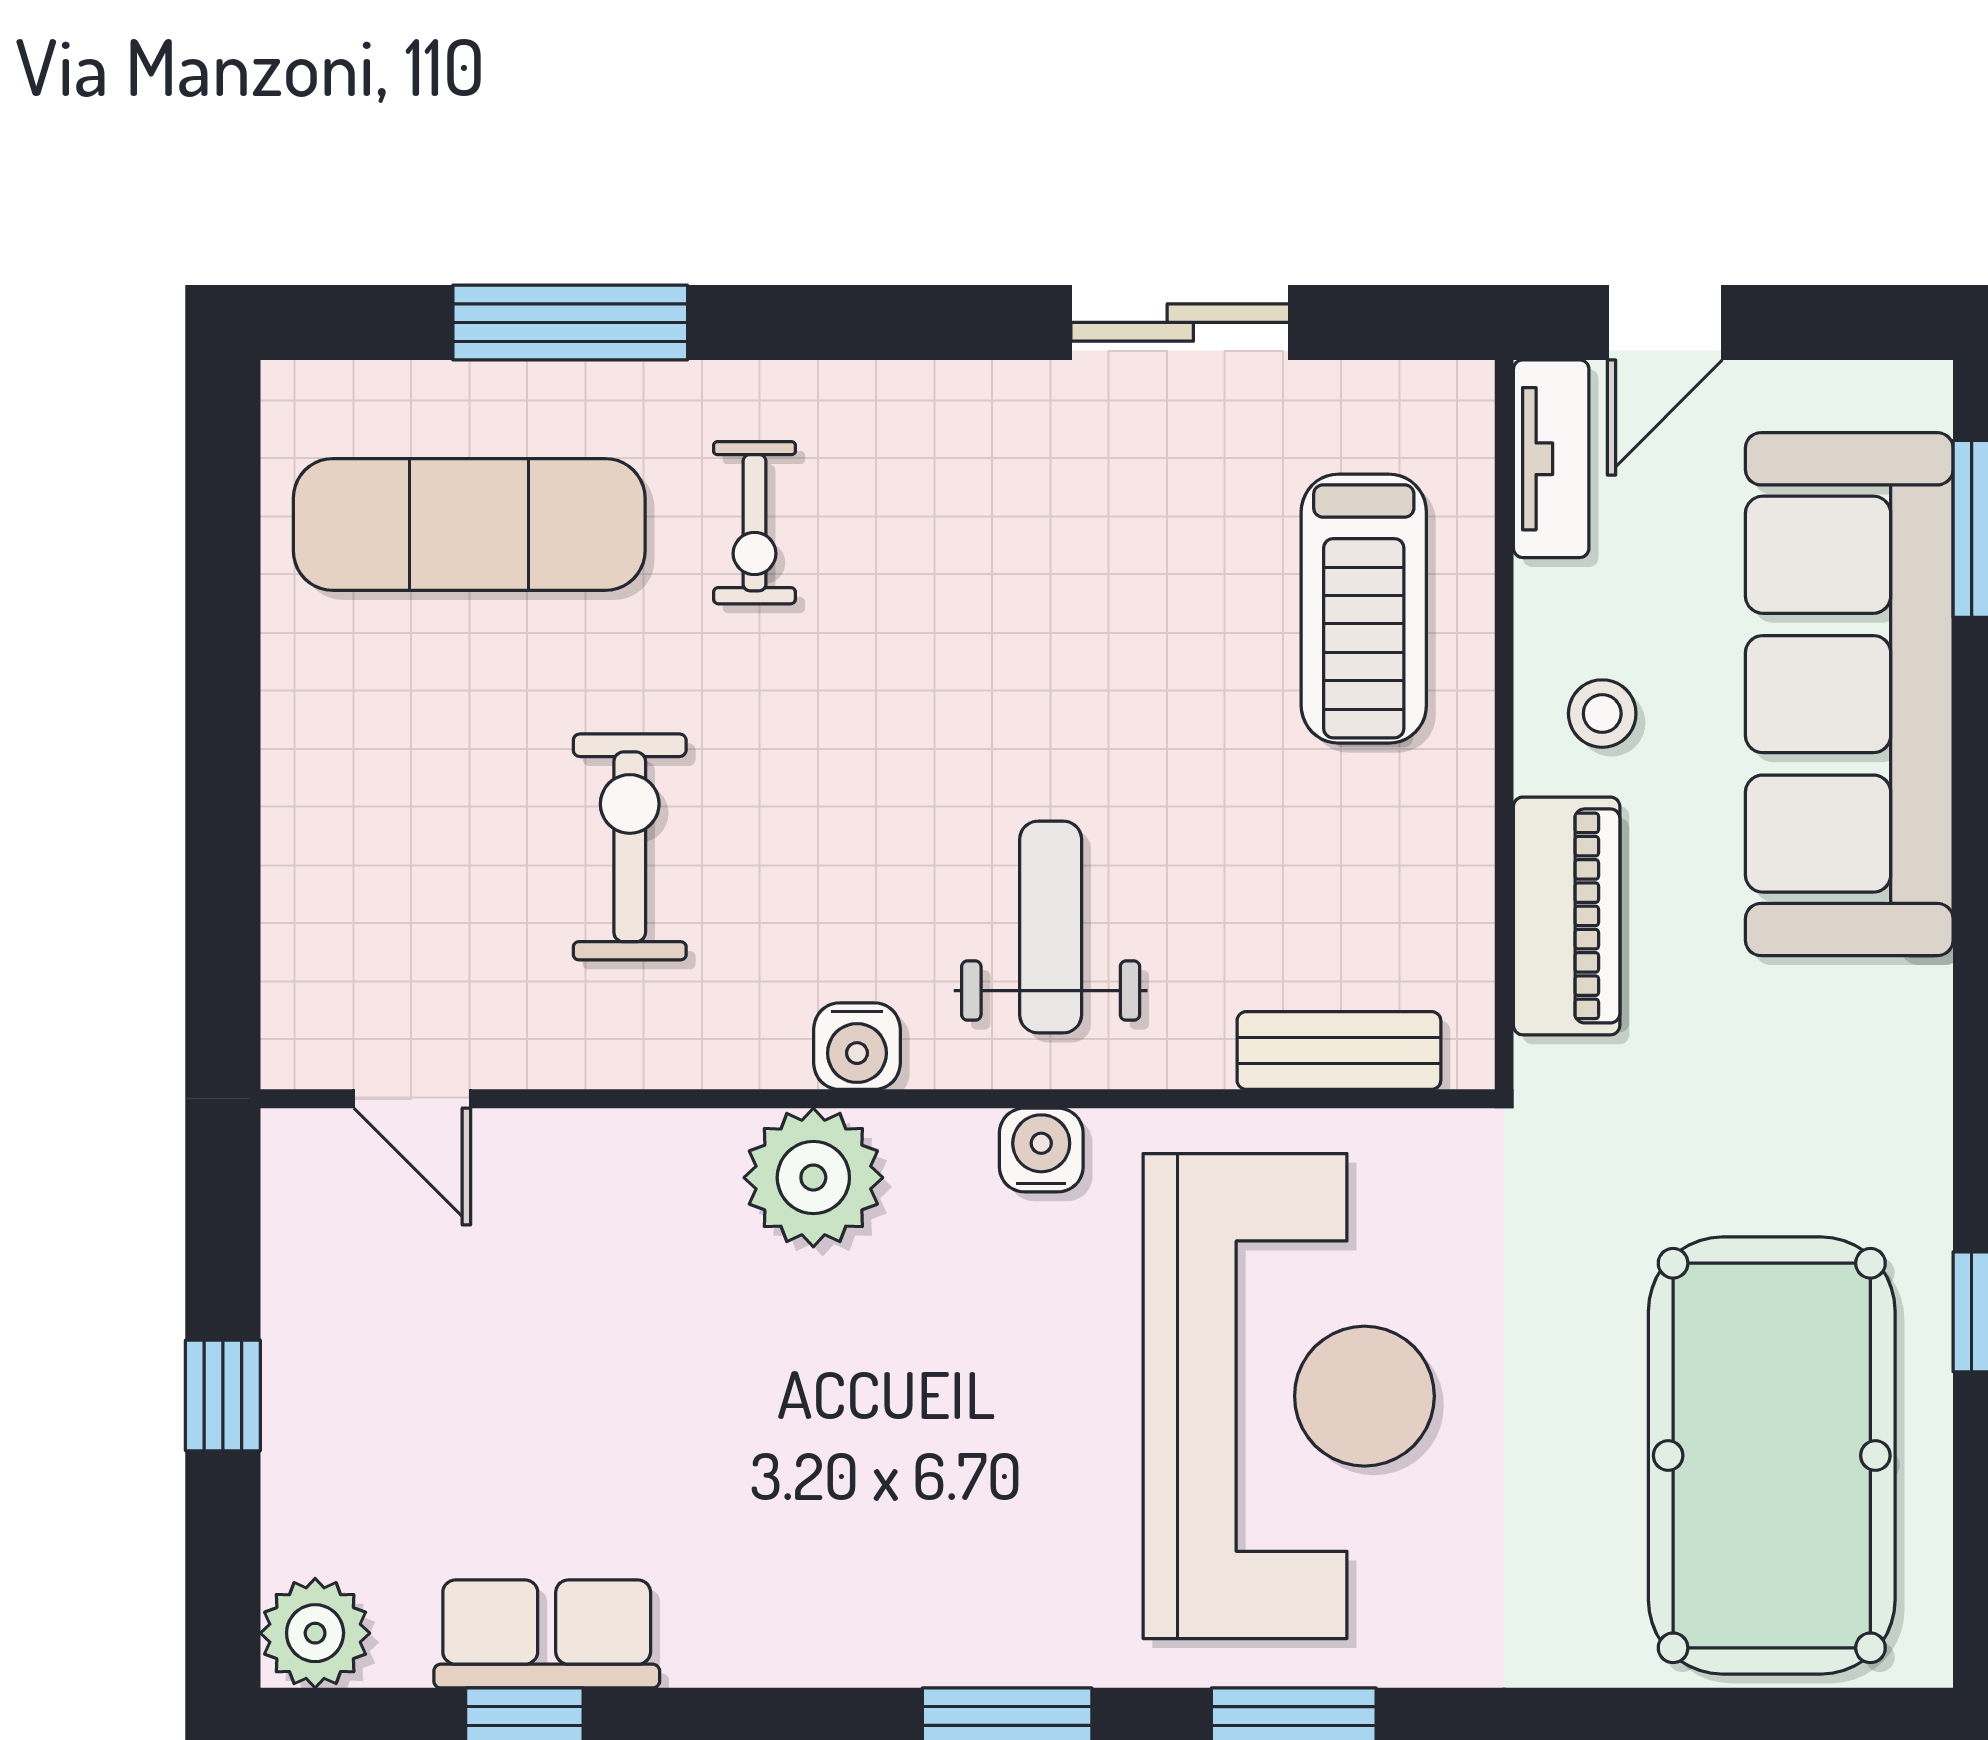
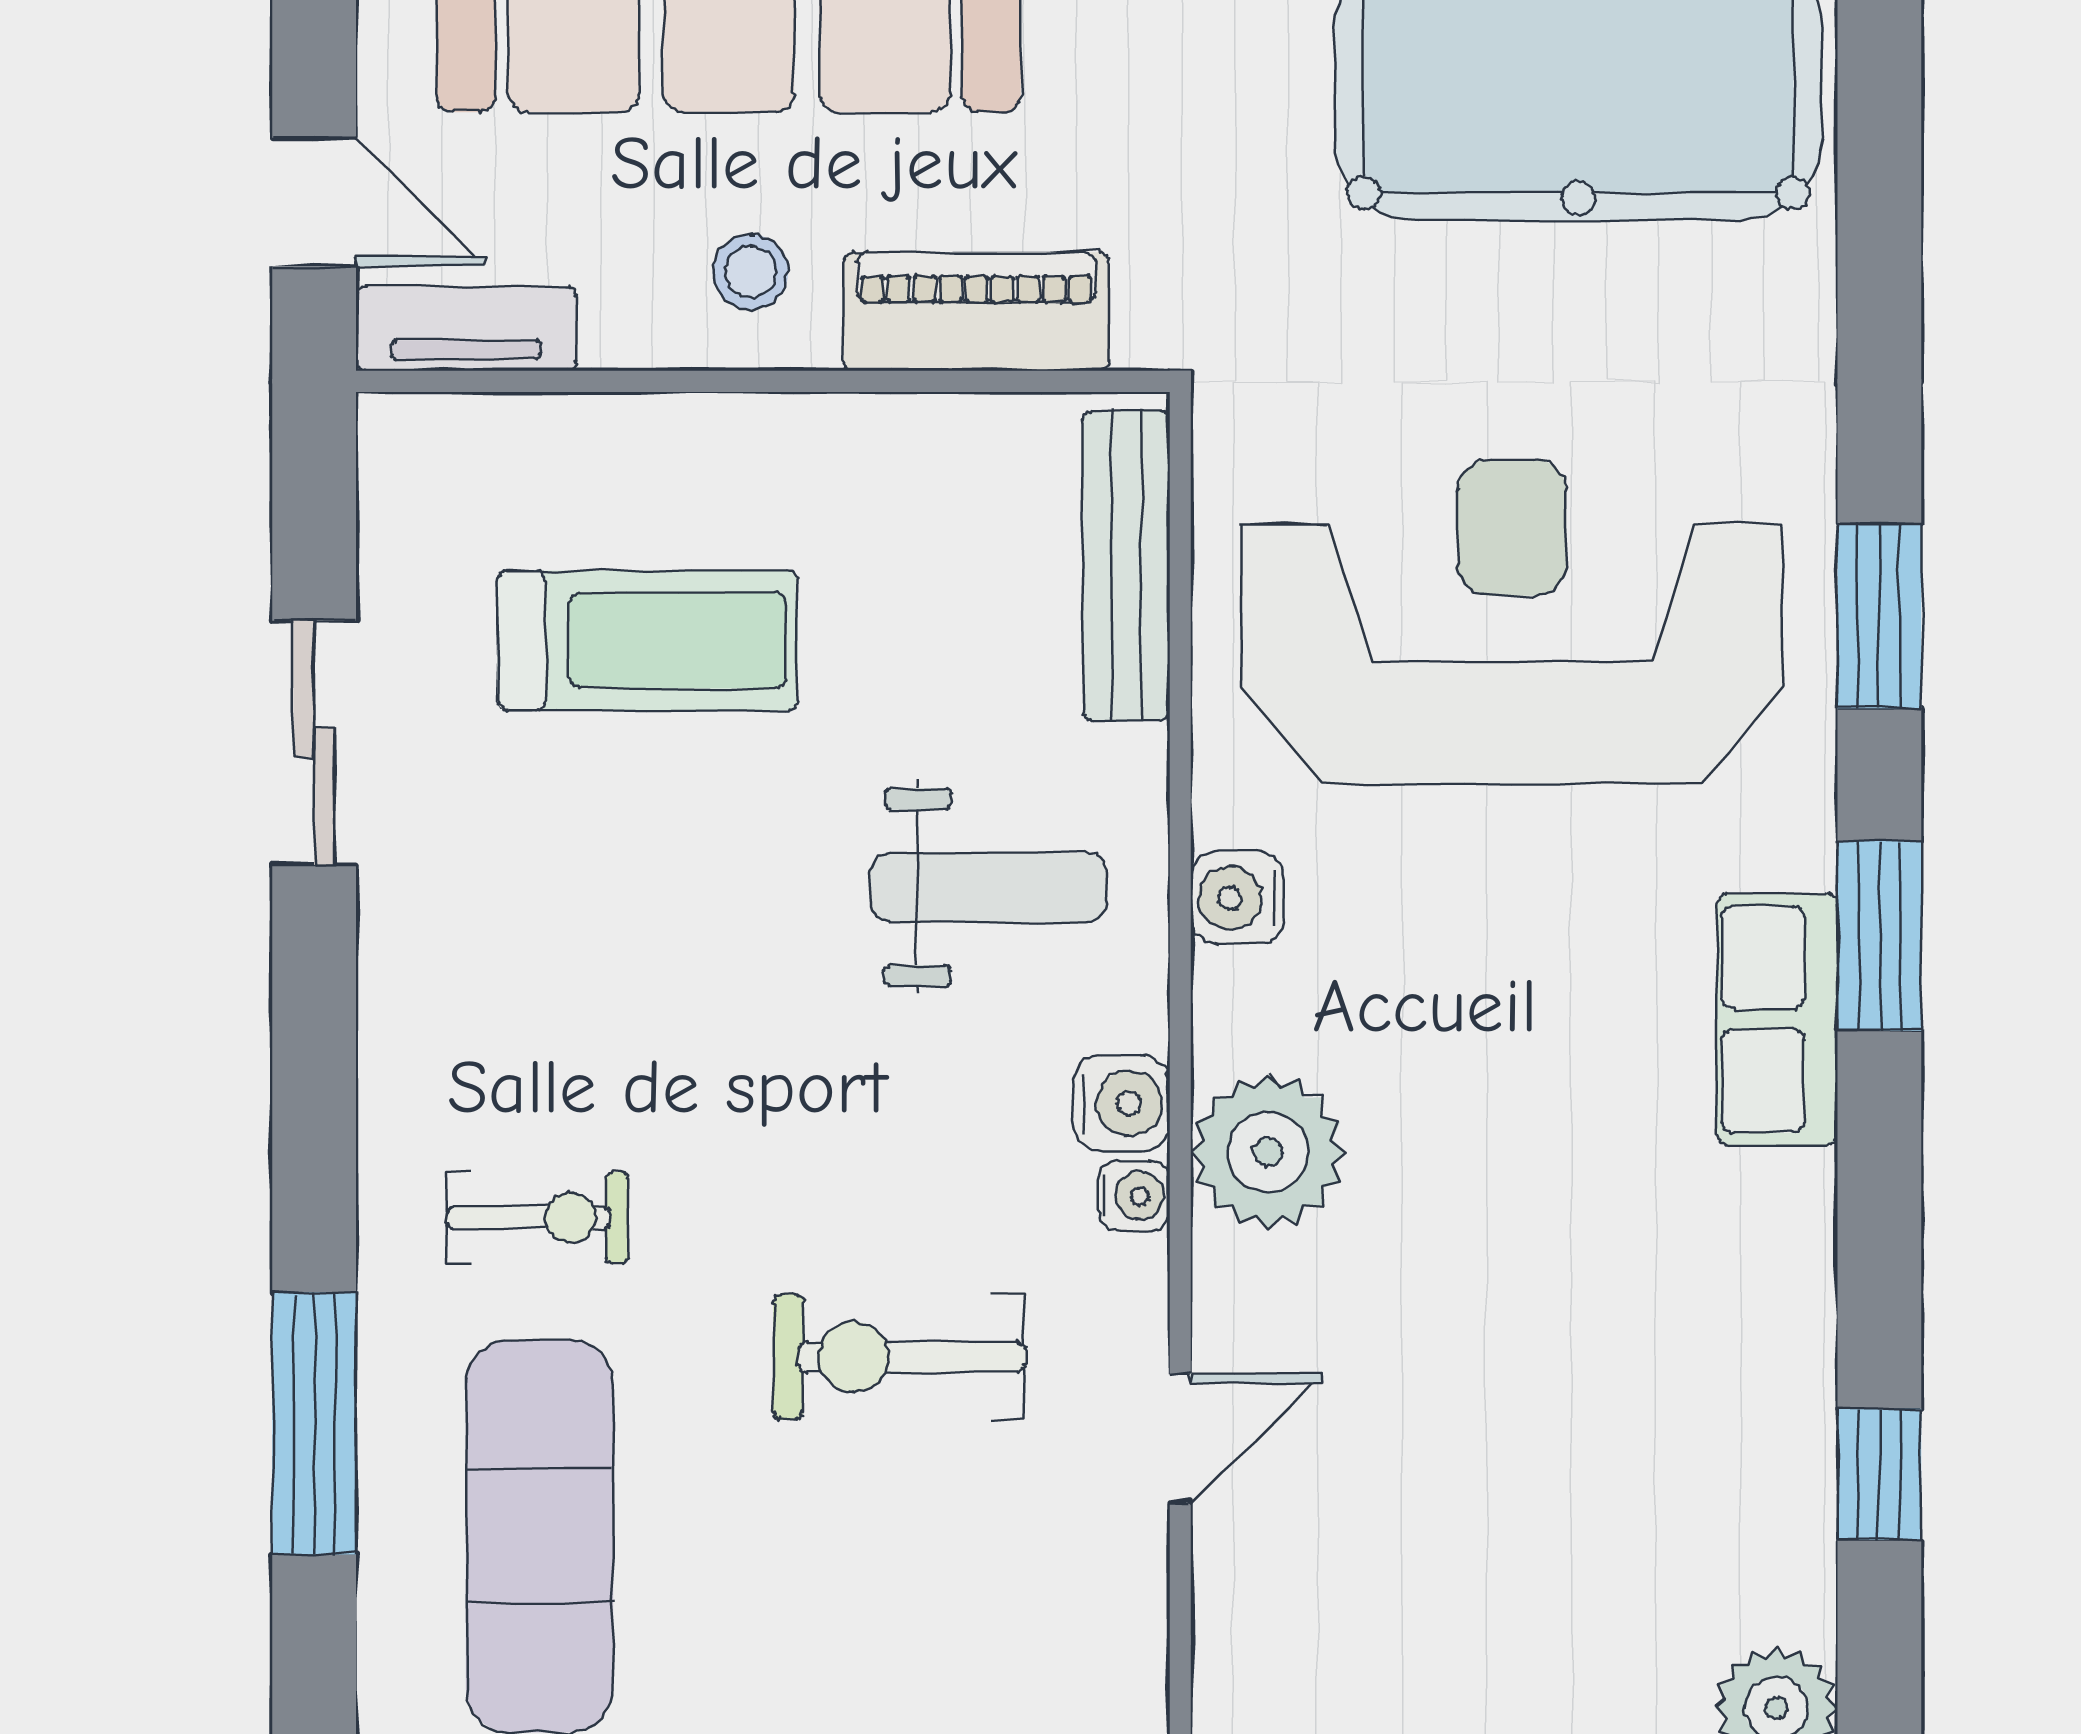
treadmill: (1364, 609) -> (648, 640), moved
weight bench: (1051, 927) -> (989, 887), turned 180
bench: (1339, 1050) -> (1126, 566), width x1.36
water cooler: (774, 1057) -> (1134, 1196), added
door: (412, 1099) -> (1180, 1439), moved
row of seats: (547, 1634) -> (1777, 1019), moved

